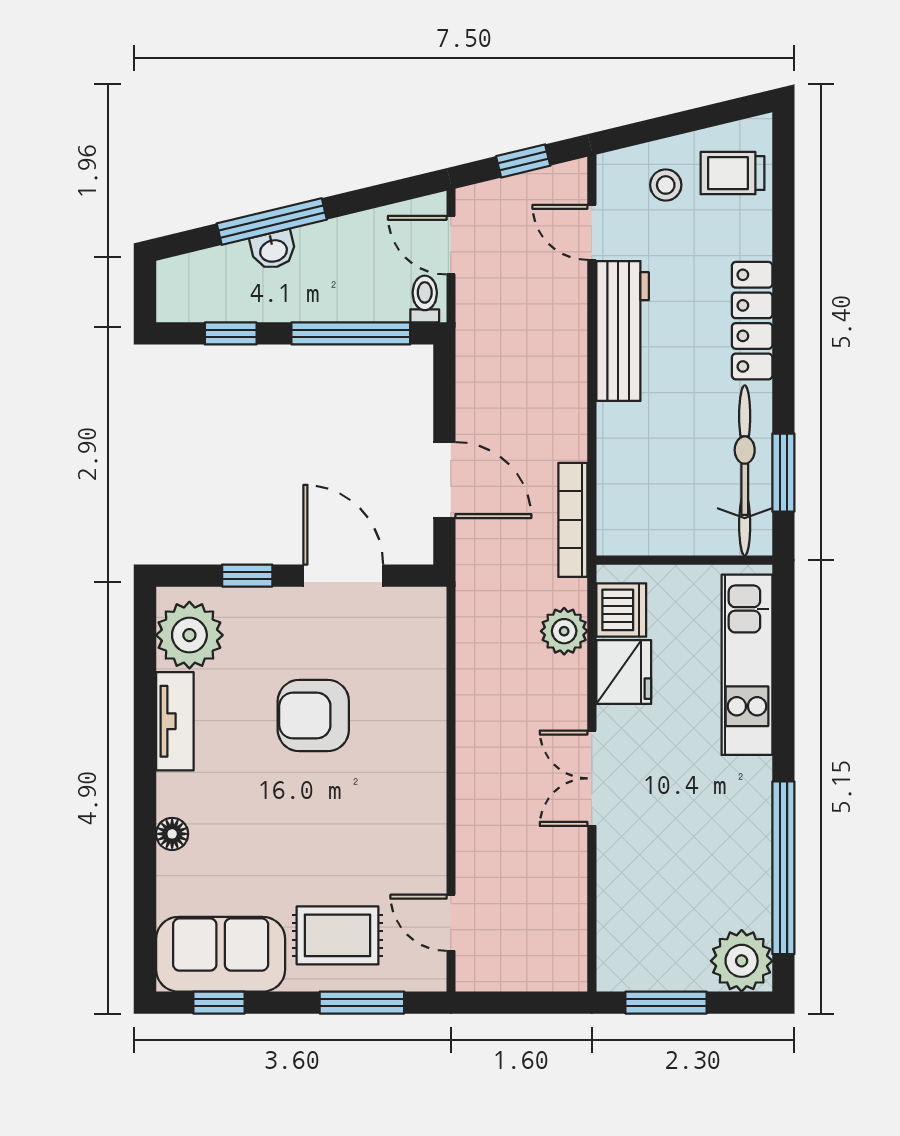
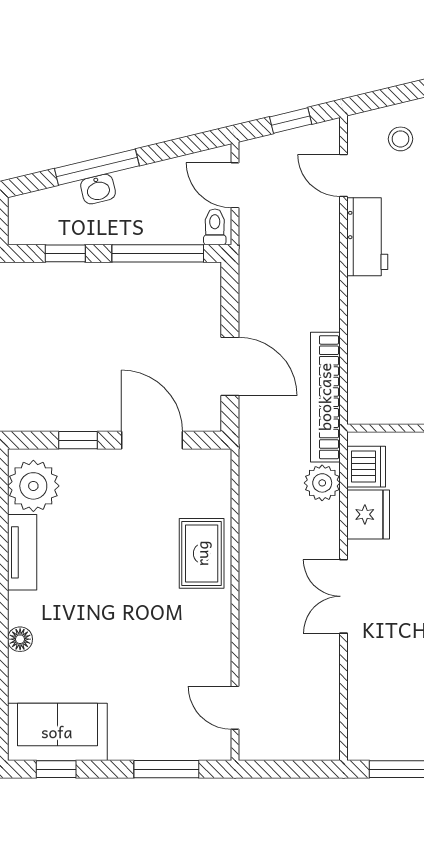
workbench: (623, 331) -> (367, 237), width x0.73
bookcase: (573, 520) -> (325, 397), width x1.48, depth x1.31
armchair: (313, 716) -> (129, 548), removed
rug: (338, 935) -> (202, 553), moved, turned 90

